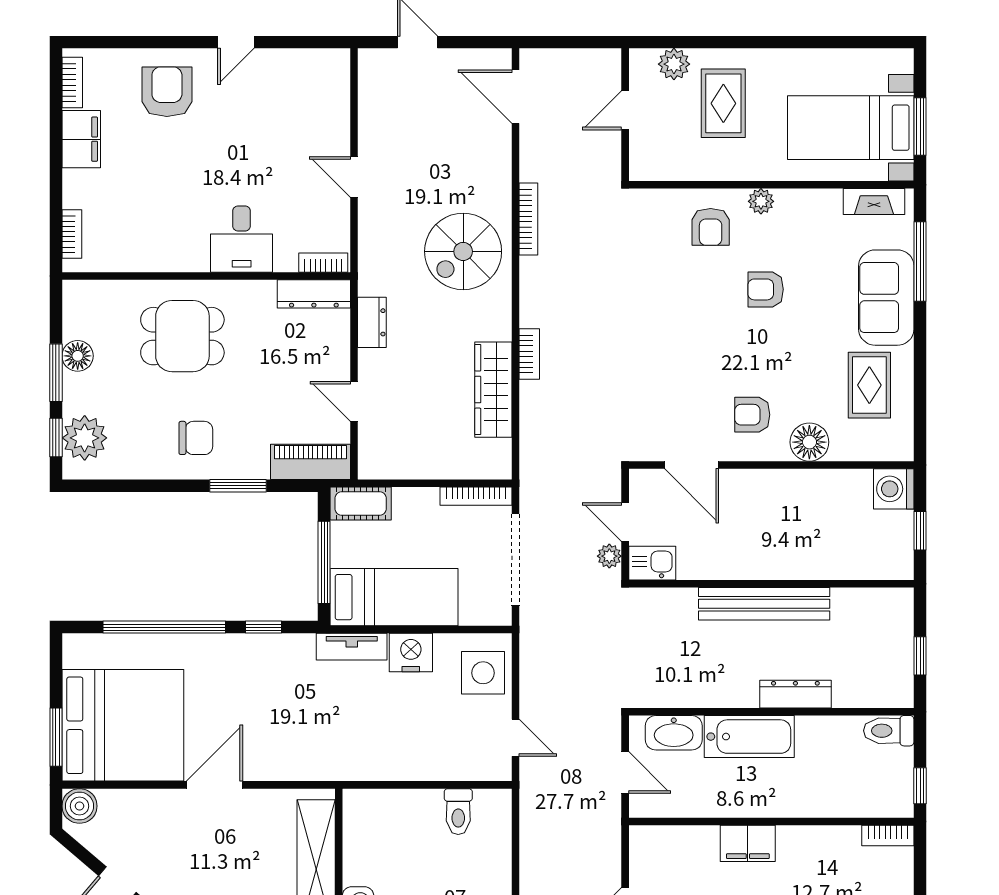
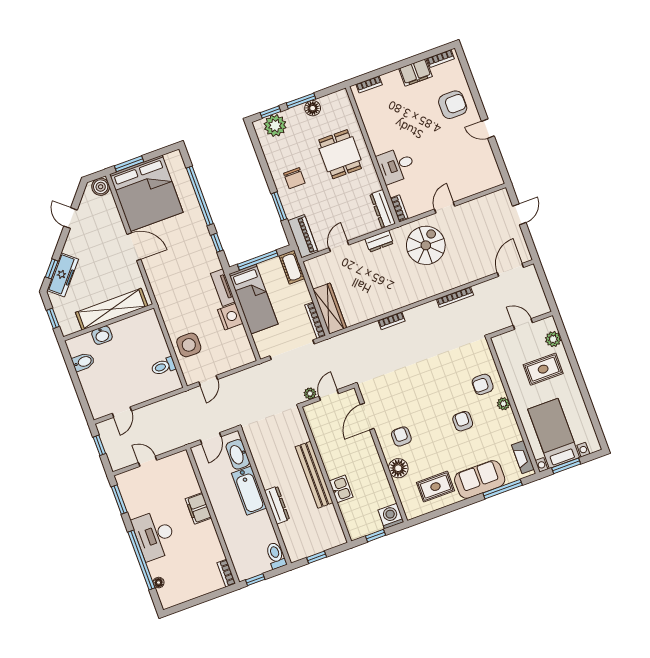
spiral stairs: (463, 251) -> (426, 245), moved, turned 90
wardrobe: (493, 390) -> (330, 309), moved, turned 90
kitchen sink: (652, 563) -> (341, 489), moved
side table: (483, 673) -> (189, 345), moved

